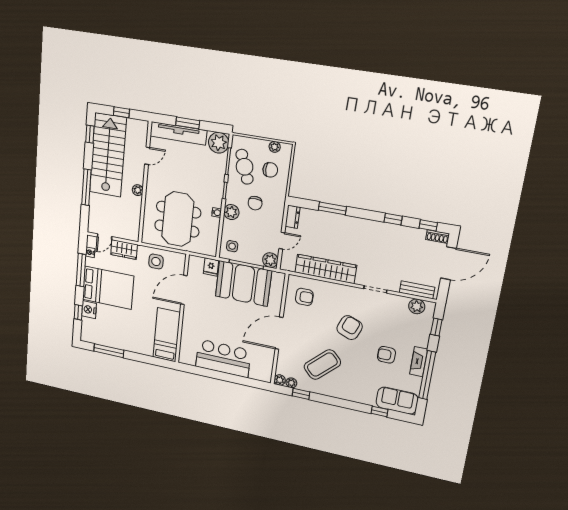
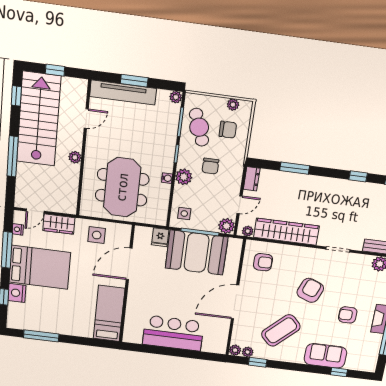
plant: (219, 143) -> (176, 97), width x0.53, depth x0.53
plant: (290, 266) -> (248, 231), added
sofa: (397, 401) -> (325, 356), moved

